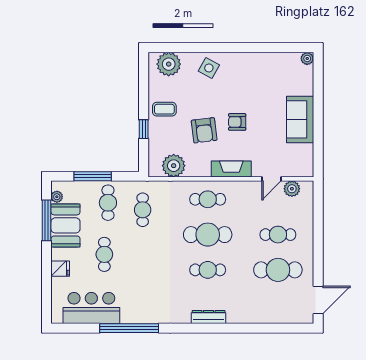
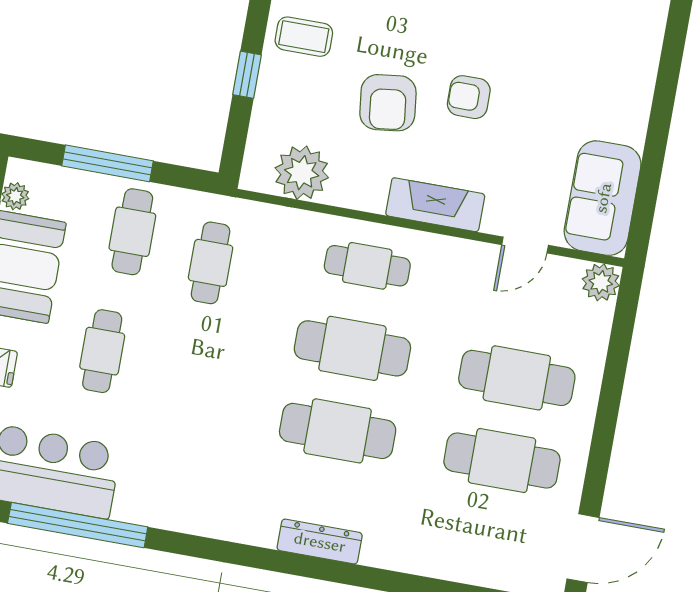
sofa: (300, 119) -> (603, 198), moved
plant: (292, 189) -> (601, 282), moved
cafe table: (278, 235) -> (517, 378), width x1.37, depth x1.35
cafe table: (208, 270) -> (338, 431), width x1.37, depth x1.35
window: (129, 328) -> (78, 525), moved

